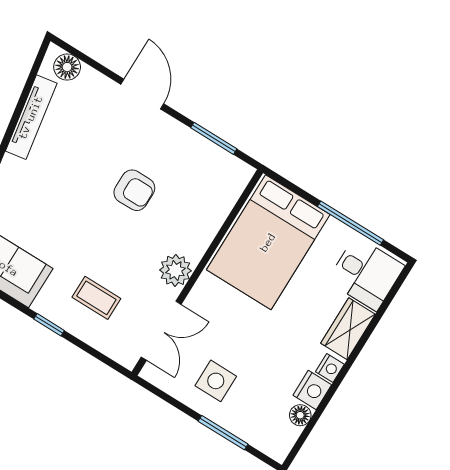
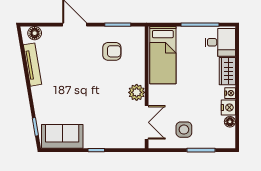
armchair: (134, 190) -> (112, 51), moved
bed: (268, 242) -> (163, 55), width x0.67
coffee table: (96, 298) -> (110, 126), removed

